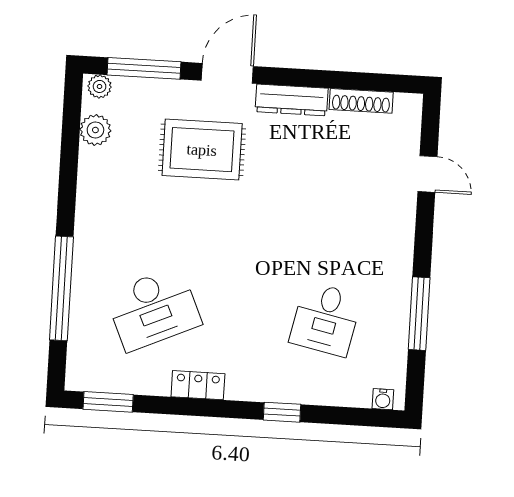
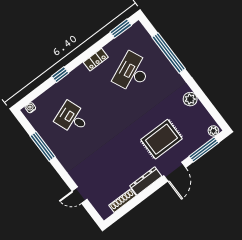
plant: (95, 130) -> (190, 99), moved
desk: (326, 319) -> (72, 118), turned -33

